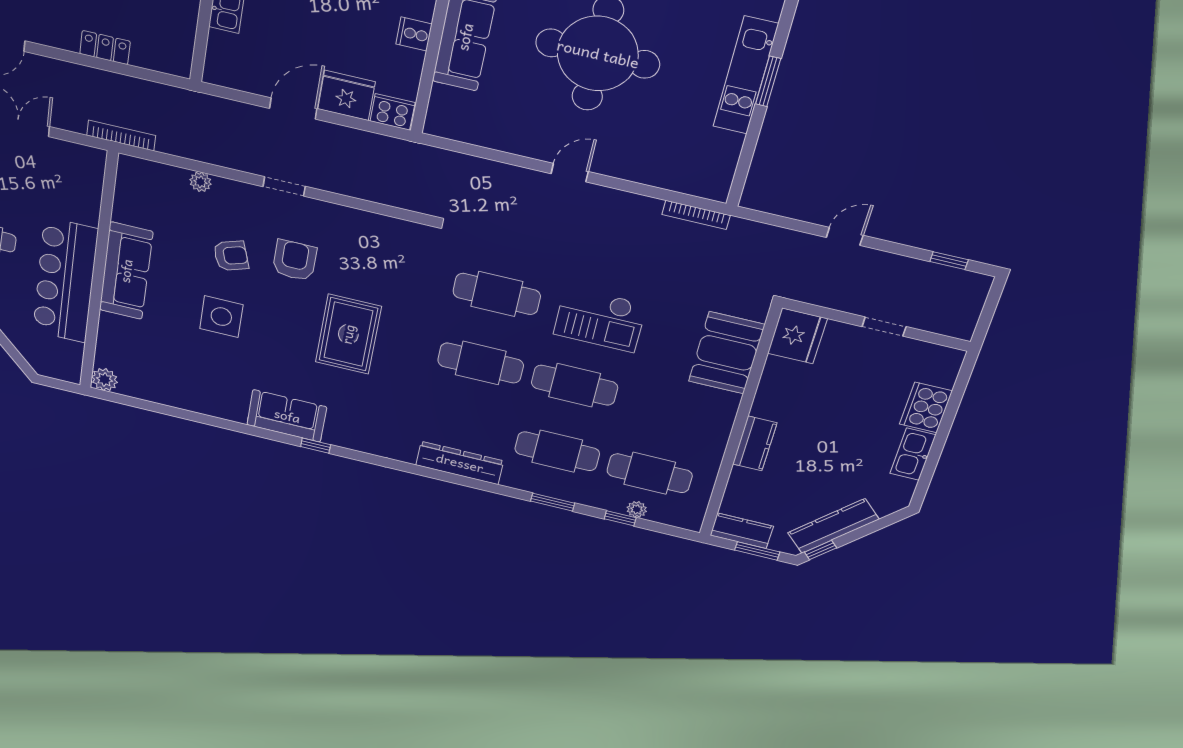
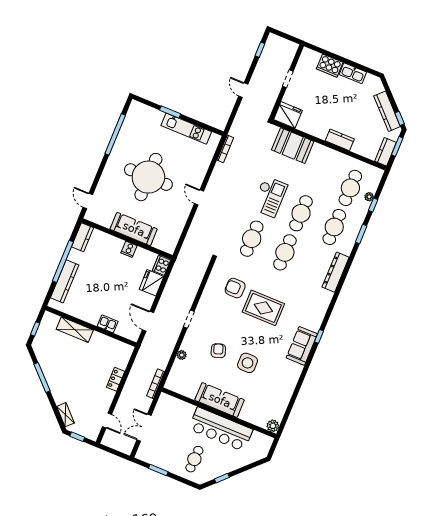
kitchen unit: (746, 75) -> (186, 129), moved
door: (293, 109) -> (148, 321), moved
armchair: (295, 260) -> (235, 288), moved

